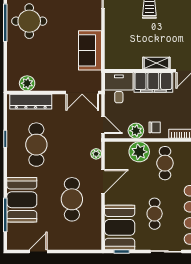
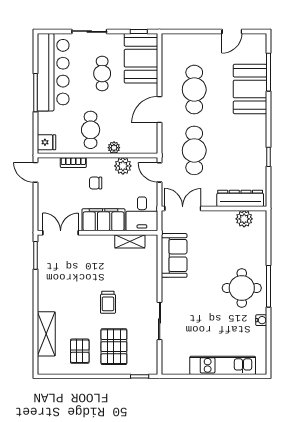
shelving: (156, 63) -> (130, 241), moved
chair: (155, 127) -> (96, 183), moved
cafe table: (36, 145) -> (194, 150), moved
plant: (139, 152) -> (114, 148), width x0.53, depth x0.53
plant: (96, 154) -> (167, 140), removed

